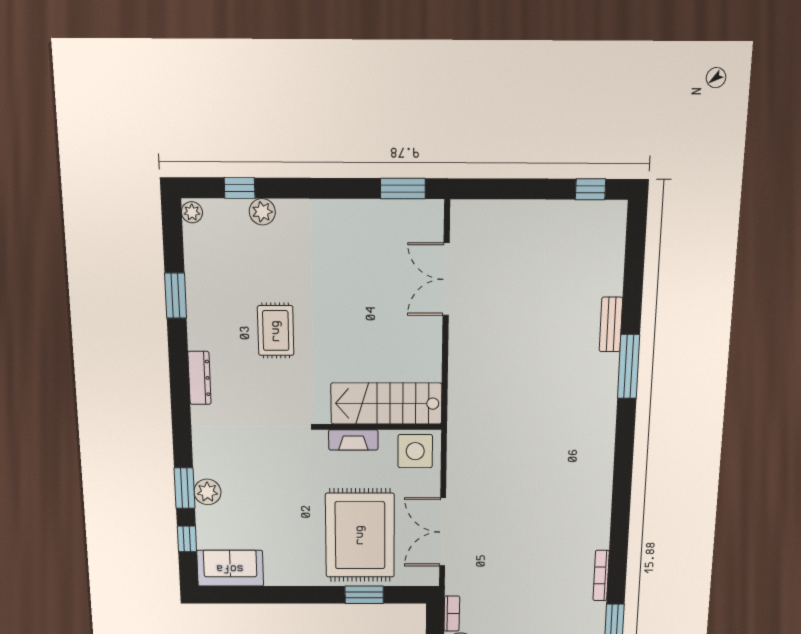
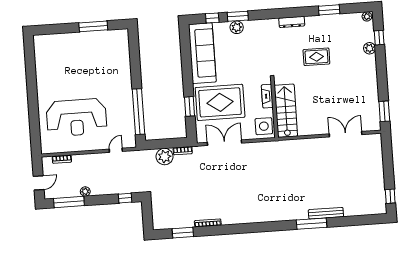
bench: (611, 324) -> (326, 213), width x1.36
sofa: (230, 568) -> (202, 53), width x1.85, depth x1.27

